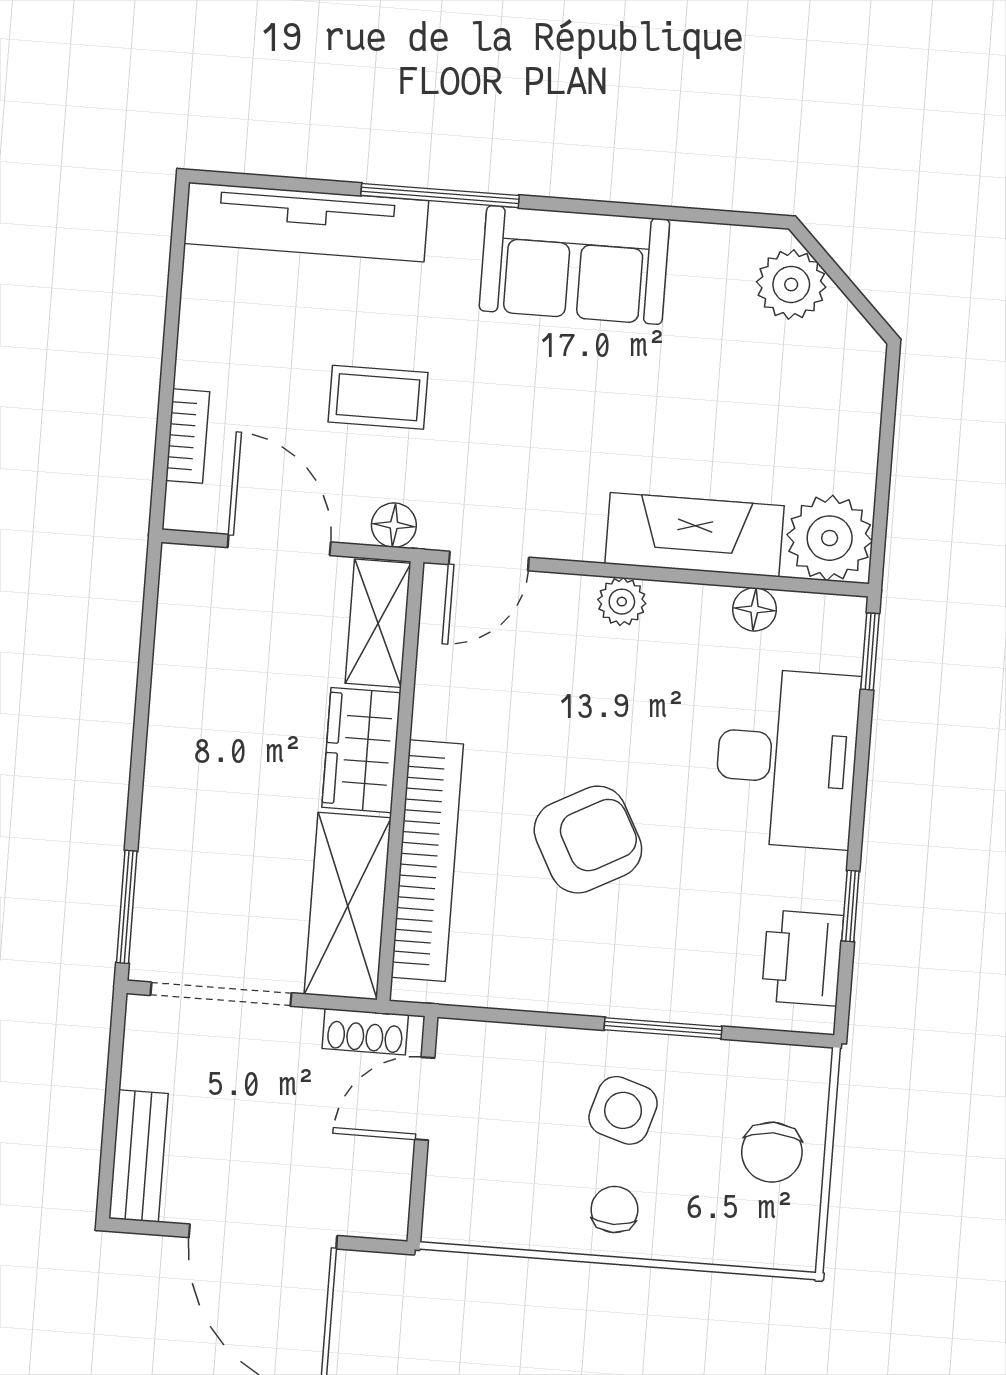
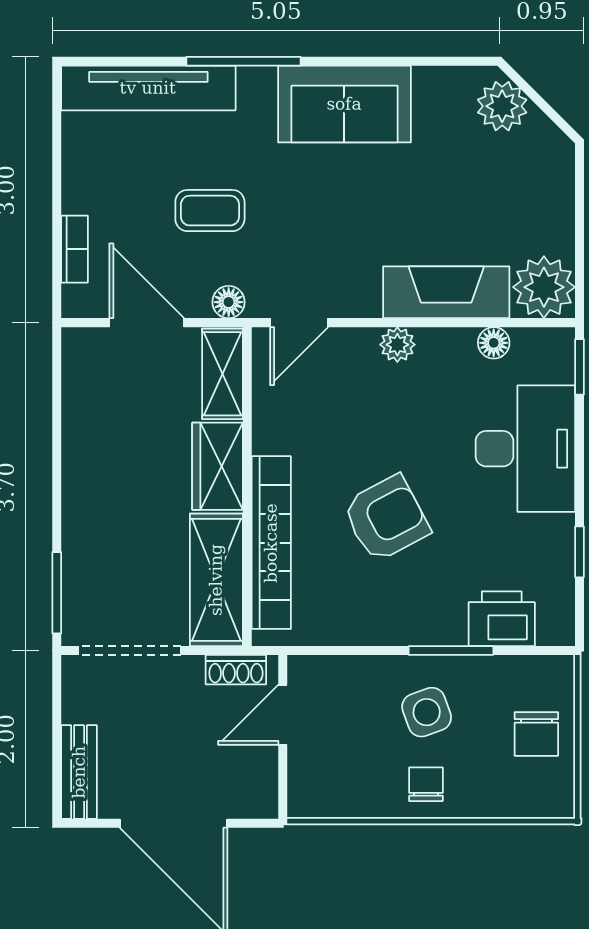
printer: (802, 958) -> (502, 619), moved, turned 90
side table: (623, 1110) -> (427, 712), turned -37

